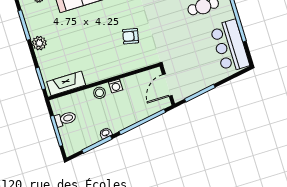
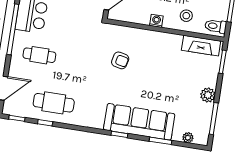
stool: (99, 93) -> (186, 16), moved
toilet: (65, 119) -> (216, 26), moved

